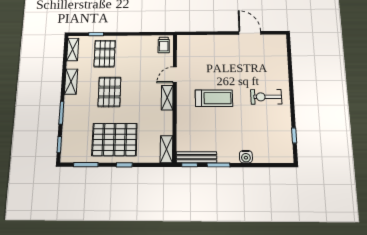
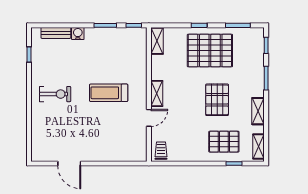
pallet: (105, 54) -> (224, 142), turned 90
bench: (196, 157) -> (56, 33), moved, width x0.73

